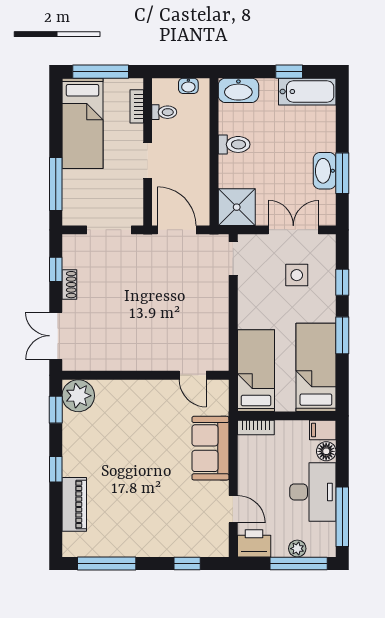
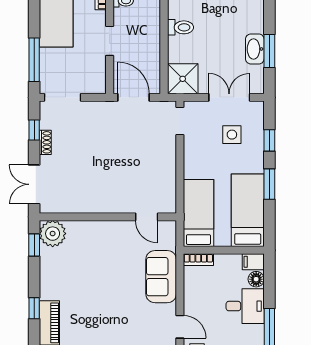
doorway: (109, 230) -> (62, 97), moved
window: (56, 469) -> (34, 308), moved
desk: (313, 492) -> (245, 306), width x0.73

